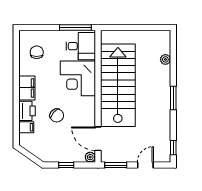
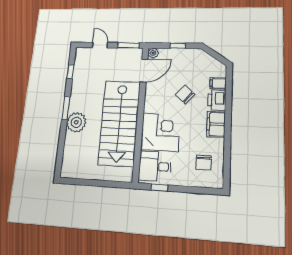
window: (75, 27) -> (159, 187), width x0.46
plant: (165, 59) -> (76, 122), moved, width x1.88, depth x1.88
door: (98, 139) -> (144, 70), hinge flipped
window: (173, 148) -> (70, 72), moved
door: (145, 165) -> (100, 45), swing flipped

